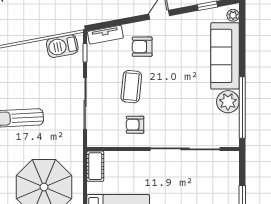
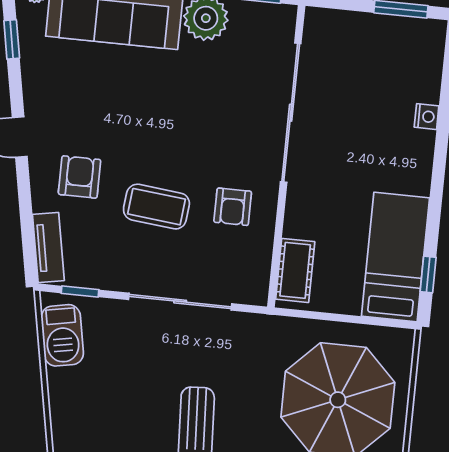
armchair: (142, 47) -> (79, 177), turned 180
cot: (95, 166) -> (295, 270), moved, turned 90

